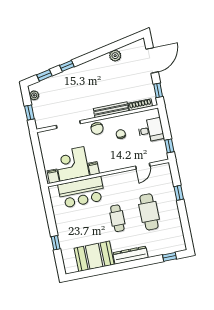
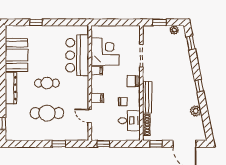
window: (67, 66) -> (199, 86), moved
desk: (151, 130) -> (129, 121), moved, turned -90
filing cabinet: (53, 176) -> (97, 98), moved

